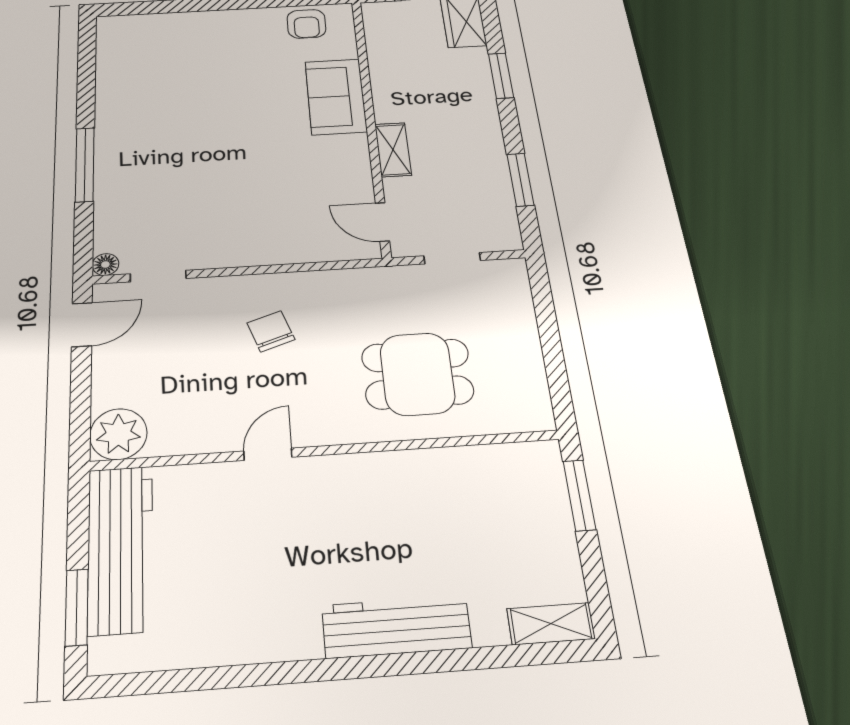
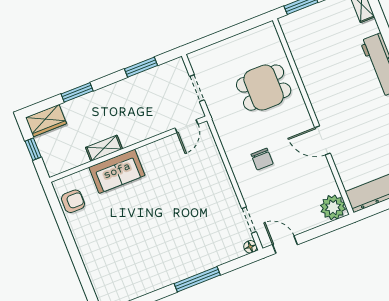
shelving: (393, 150) -> (104, 148), moved
chair: (271, 331) -> (262, 159), turned -71
dining table: (417, 374) -> (264, 88), turned 90
door: (268, 454) -> (323, 140), width x1.38

